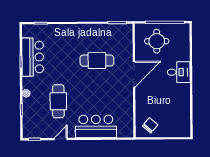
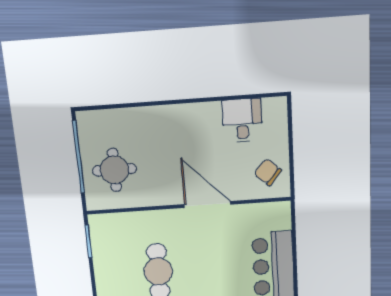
desk: (179, 72) -> (242, 121), moved
door: (134, 74) -> (207, 204), moved

